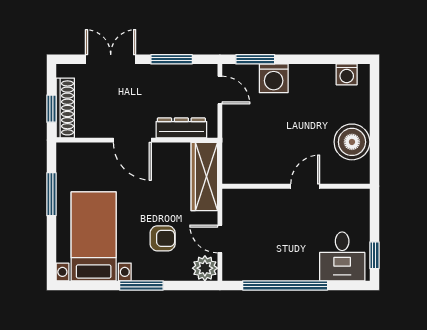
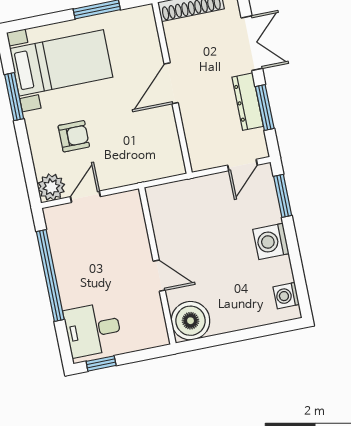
washing machine: (274, 78) -> (271, 241), moved
dresser: (181, 128) -> (248, 102), moved, turned 180
boiler: (352, 142) -> (190, 321), moved
wardrobe: (204, 177) -> (148, 167), removed
armchair: (163, 238) -> (74, 136), turned -90
window: (141, 285) -> (14, 97), moved

